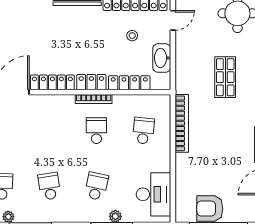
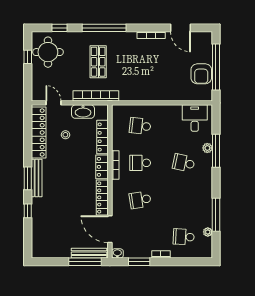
shop shelf: (225, 77) -> (98, 62), turned 90
bookcase: (182, 123) -> (96, 96), moved
school desk: (49, 186) -> (140, 200), moved
desk: (153, 194) -> (195, 118), width x0.73

